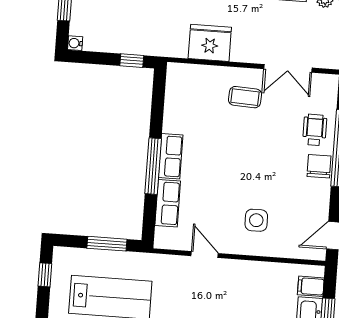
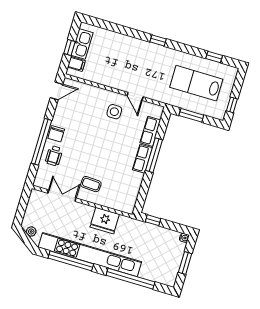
side table: (256, 220) -> (114, 112), moved

